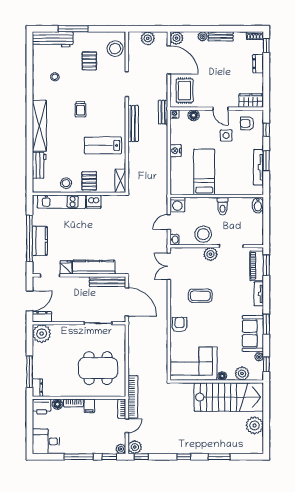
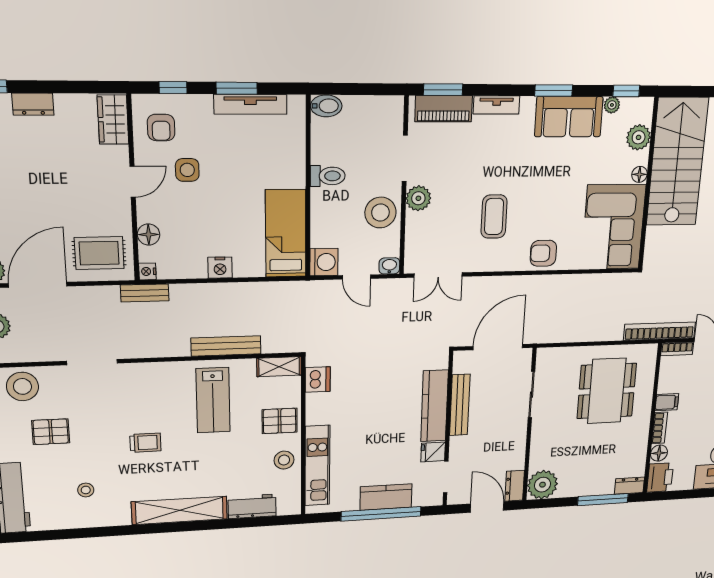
bench: (133, 124) -> (226, 346), moved
bed: (204, 172) -> (286, 233), moved, turned 90
dishwasher: (94, 202) -> (318, 380), moved
bench: (108, 282) -> (460, 405), moved

